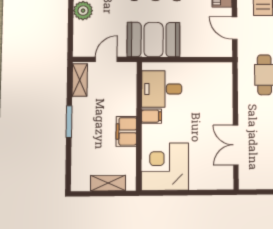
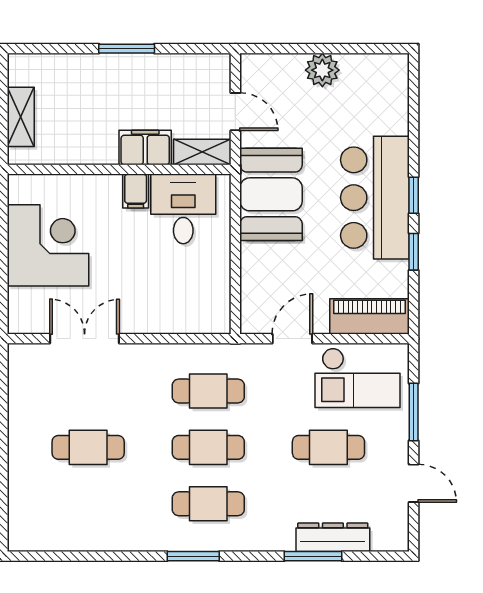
shelving: (80, 80) -> (202, 152), moved
filing cabinet: (126, 131) -> (145, 148), moved
corner desk: (165, 167) -> (48, 245), moved

